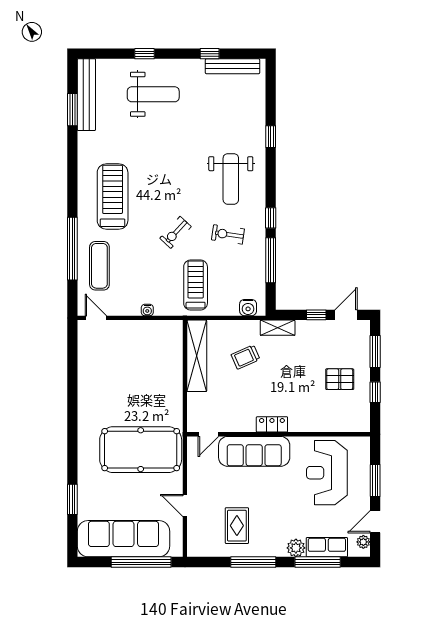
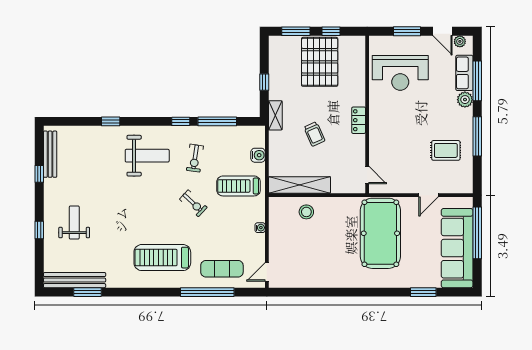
weight bench: (153, 94) -> (74, 222), width x0.73, depth x0.75
water cooler: (248, 308) -> (258, 155), moved
door: (346, 315) -> (264, 56), removed
trolley: (246, 357) -> (314, 134), moved
stool: (165, 364) -> (306, 212), added
pallet: (340, 379) -> (320, 62), width x2.05, depth x2.00
sofa: (254, 451) -> (382, 136), removed

